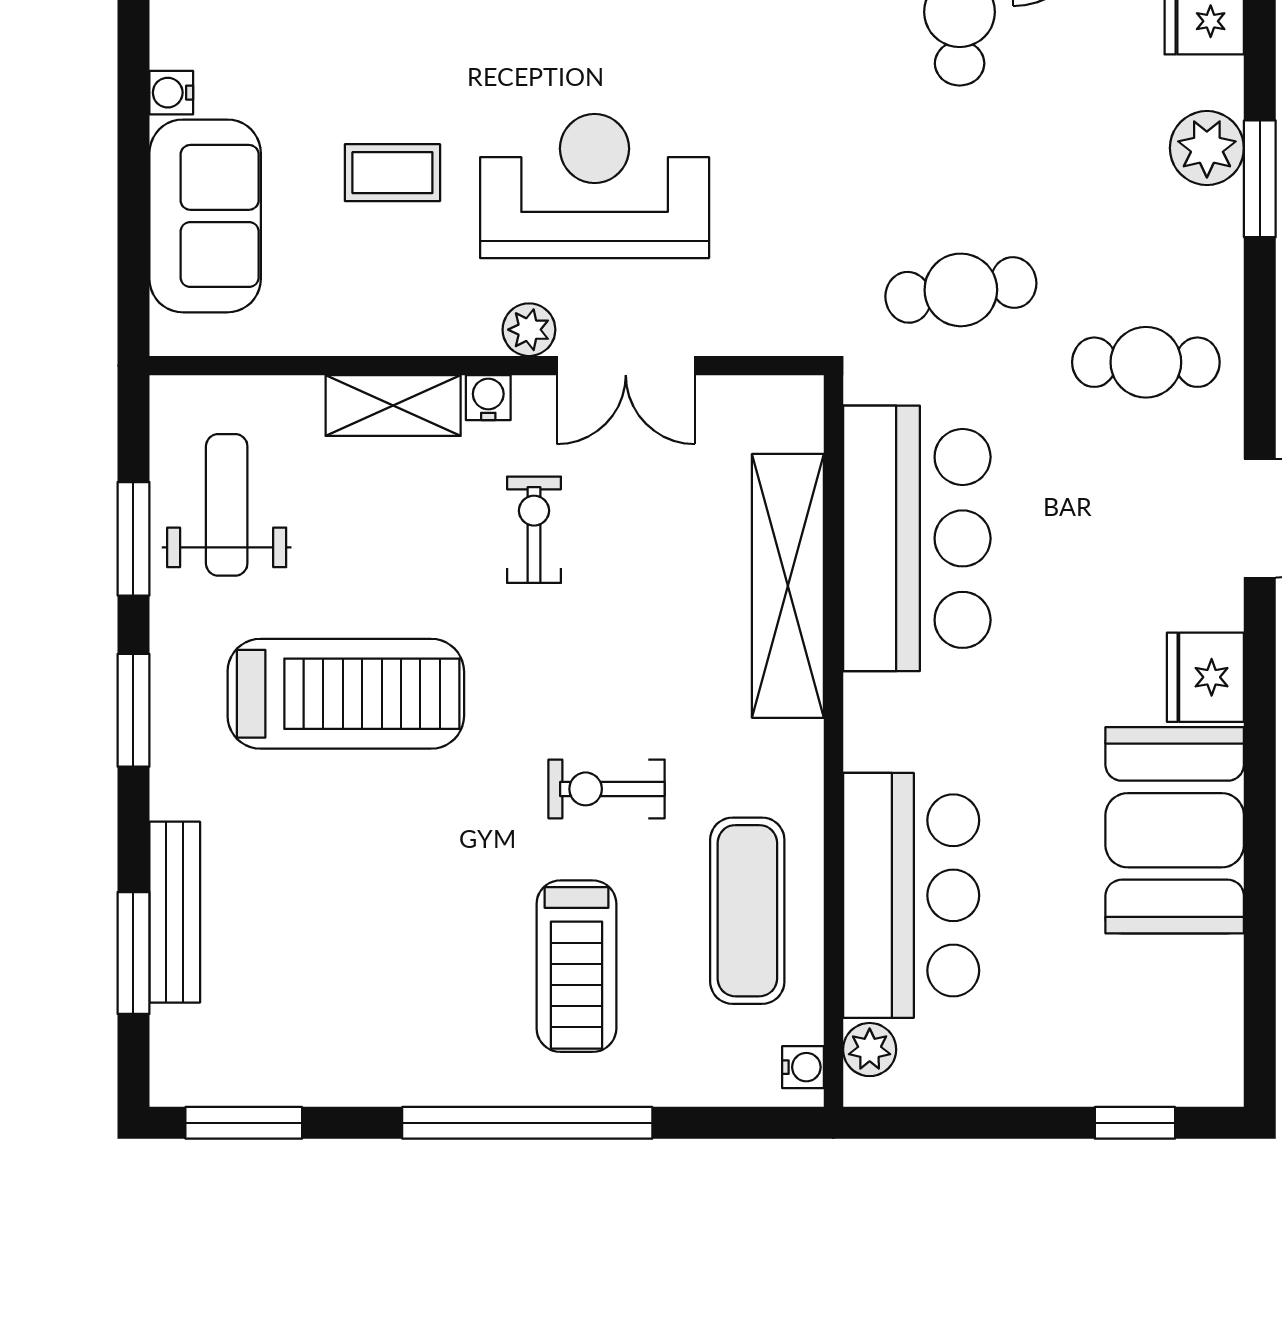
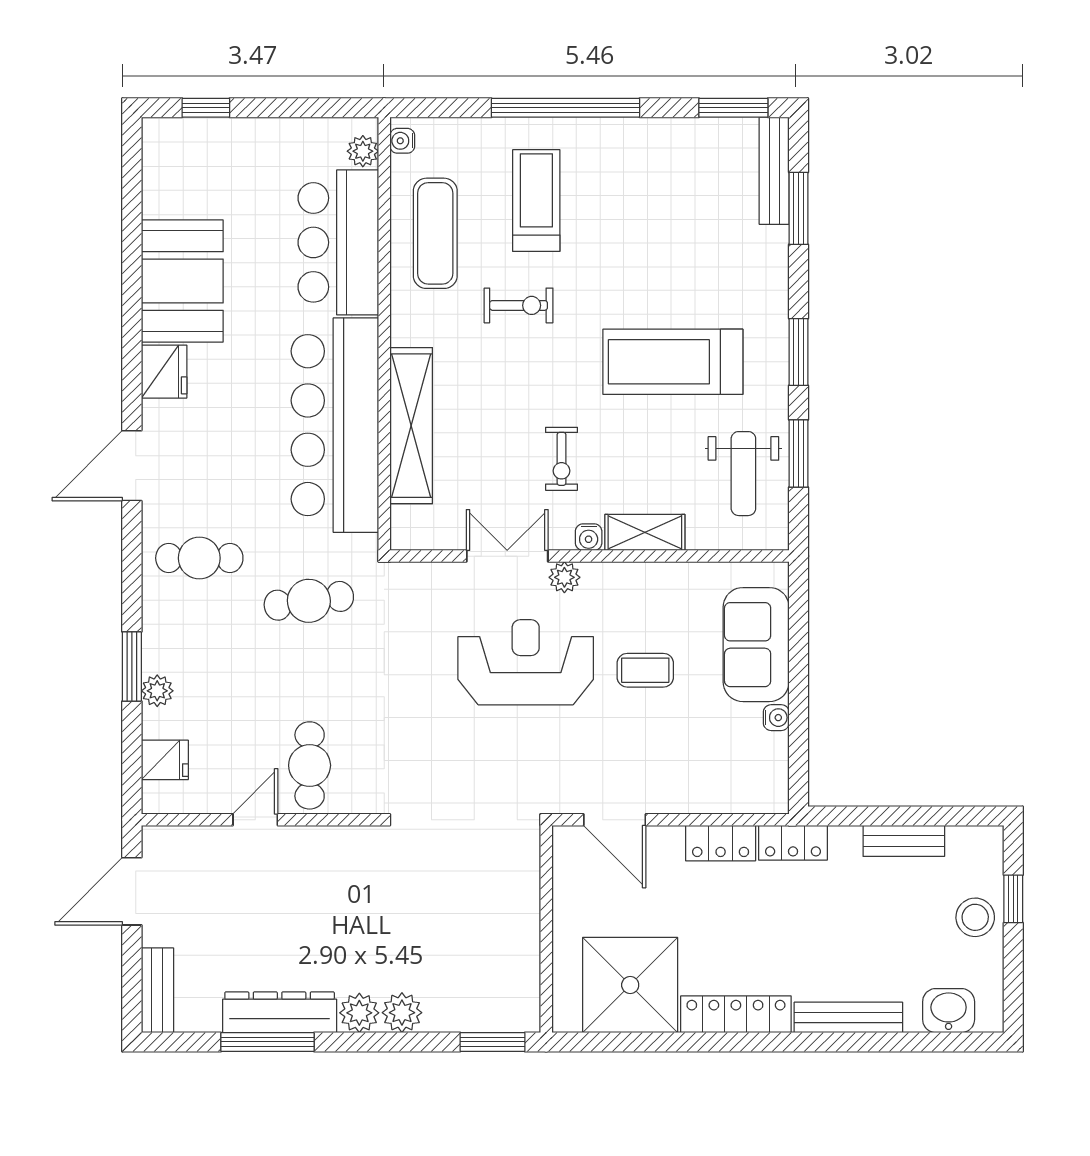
plant: (1207, 148) -> (157, 691), width x0.73, depth x0.73
reception desk: (595, 186) -> (526, 662), turned 180
bar counter: (917, 538) -> (335, 425), width x1.36
bench: (175, 912) -> (774, 171), moved

